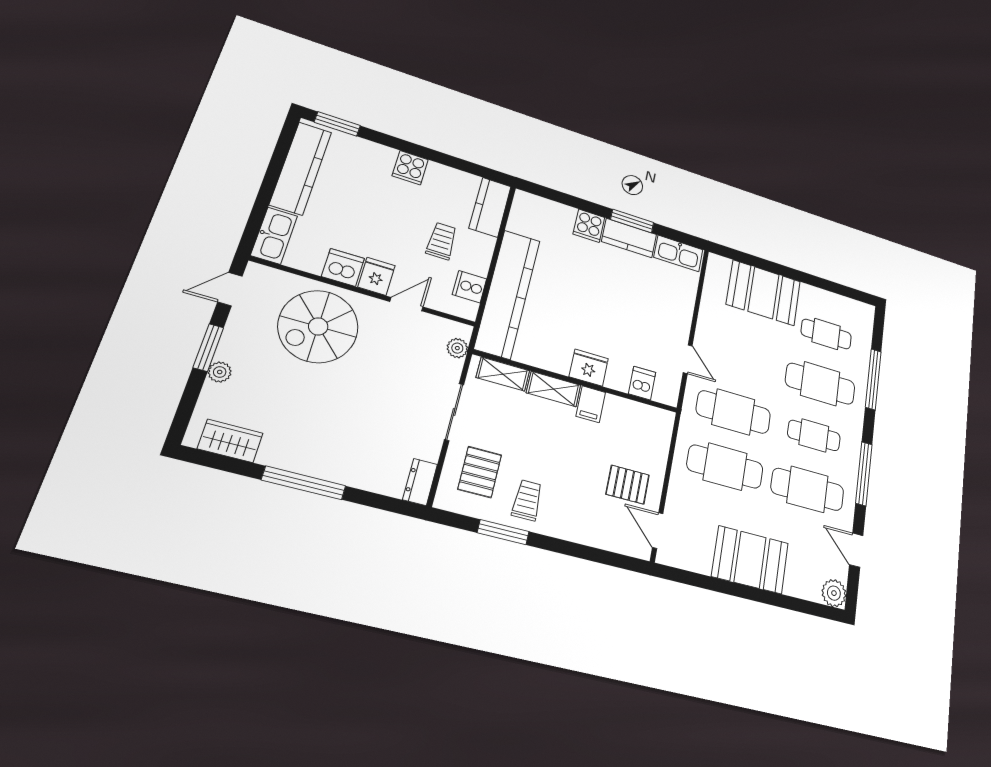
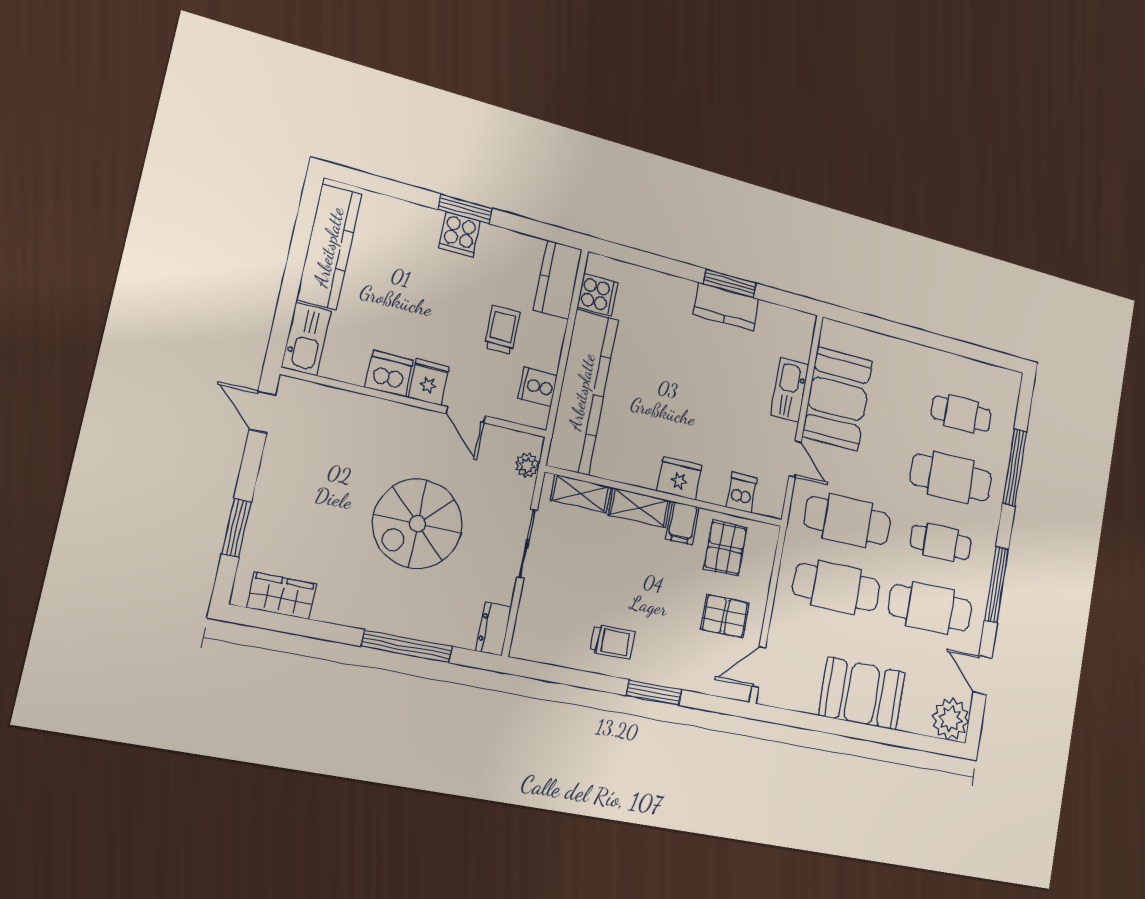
window: (337, 124) -> (465, 209), moved
cooker: (589, 226) -> (597, 295), moved, turned -90
kitchen sink: (678, 253) -> (790, 390), moved, turned 90
door: (230, 289) -> (262, 412), hinge flipped
booth: (764, 293) -> (838, 399), moved, turned 90
door: (406, 304) -> (466, 415), swing flipped
spiral stairs: (318, 326) -> (417, 524), moved
window: (208, 348) -> (237, 528), moved
plant: (220, 372) -> (262, 515), removed
pallet: (480, 472) -> (725, 548), moved
window: (304, 483) -> (407, 646), moved
trolley: (527, 500) -> (613, 642), turned 90
door: (658, 530) -> (759, 667), hinge flipped
window: (503, 532) -> (654, 693), moved
plant: (834, 593) -> (951, 719), width x1.36, depth x1.36

